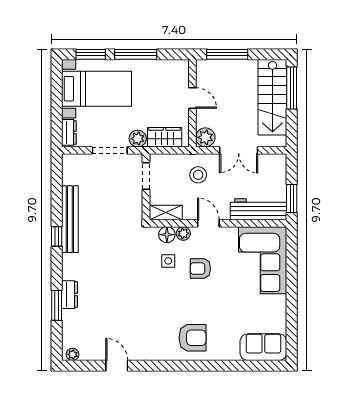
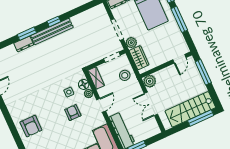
door: (192, 98) -> (179, 59), moved
stool: (198, 175) -> (125, 75), moved
bench: (70, 219) -> (52, 32), moved
window: (57, 305) -> (27, 34), moved

